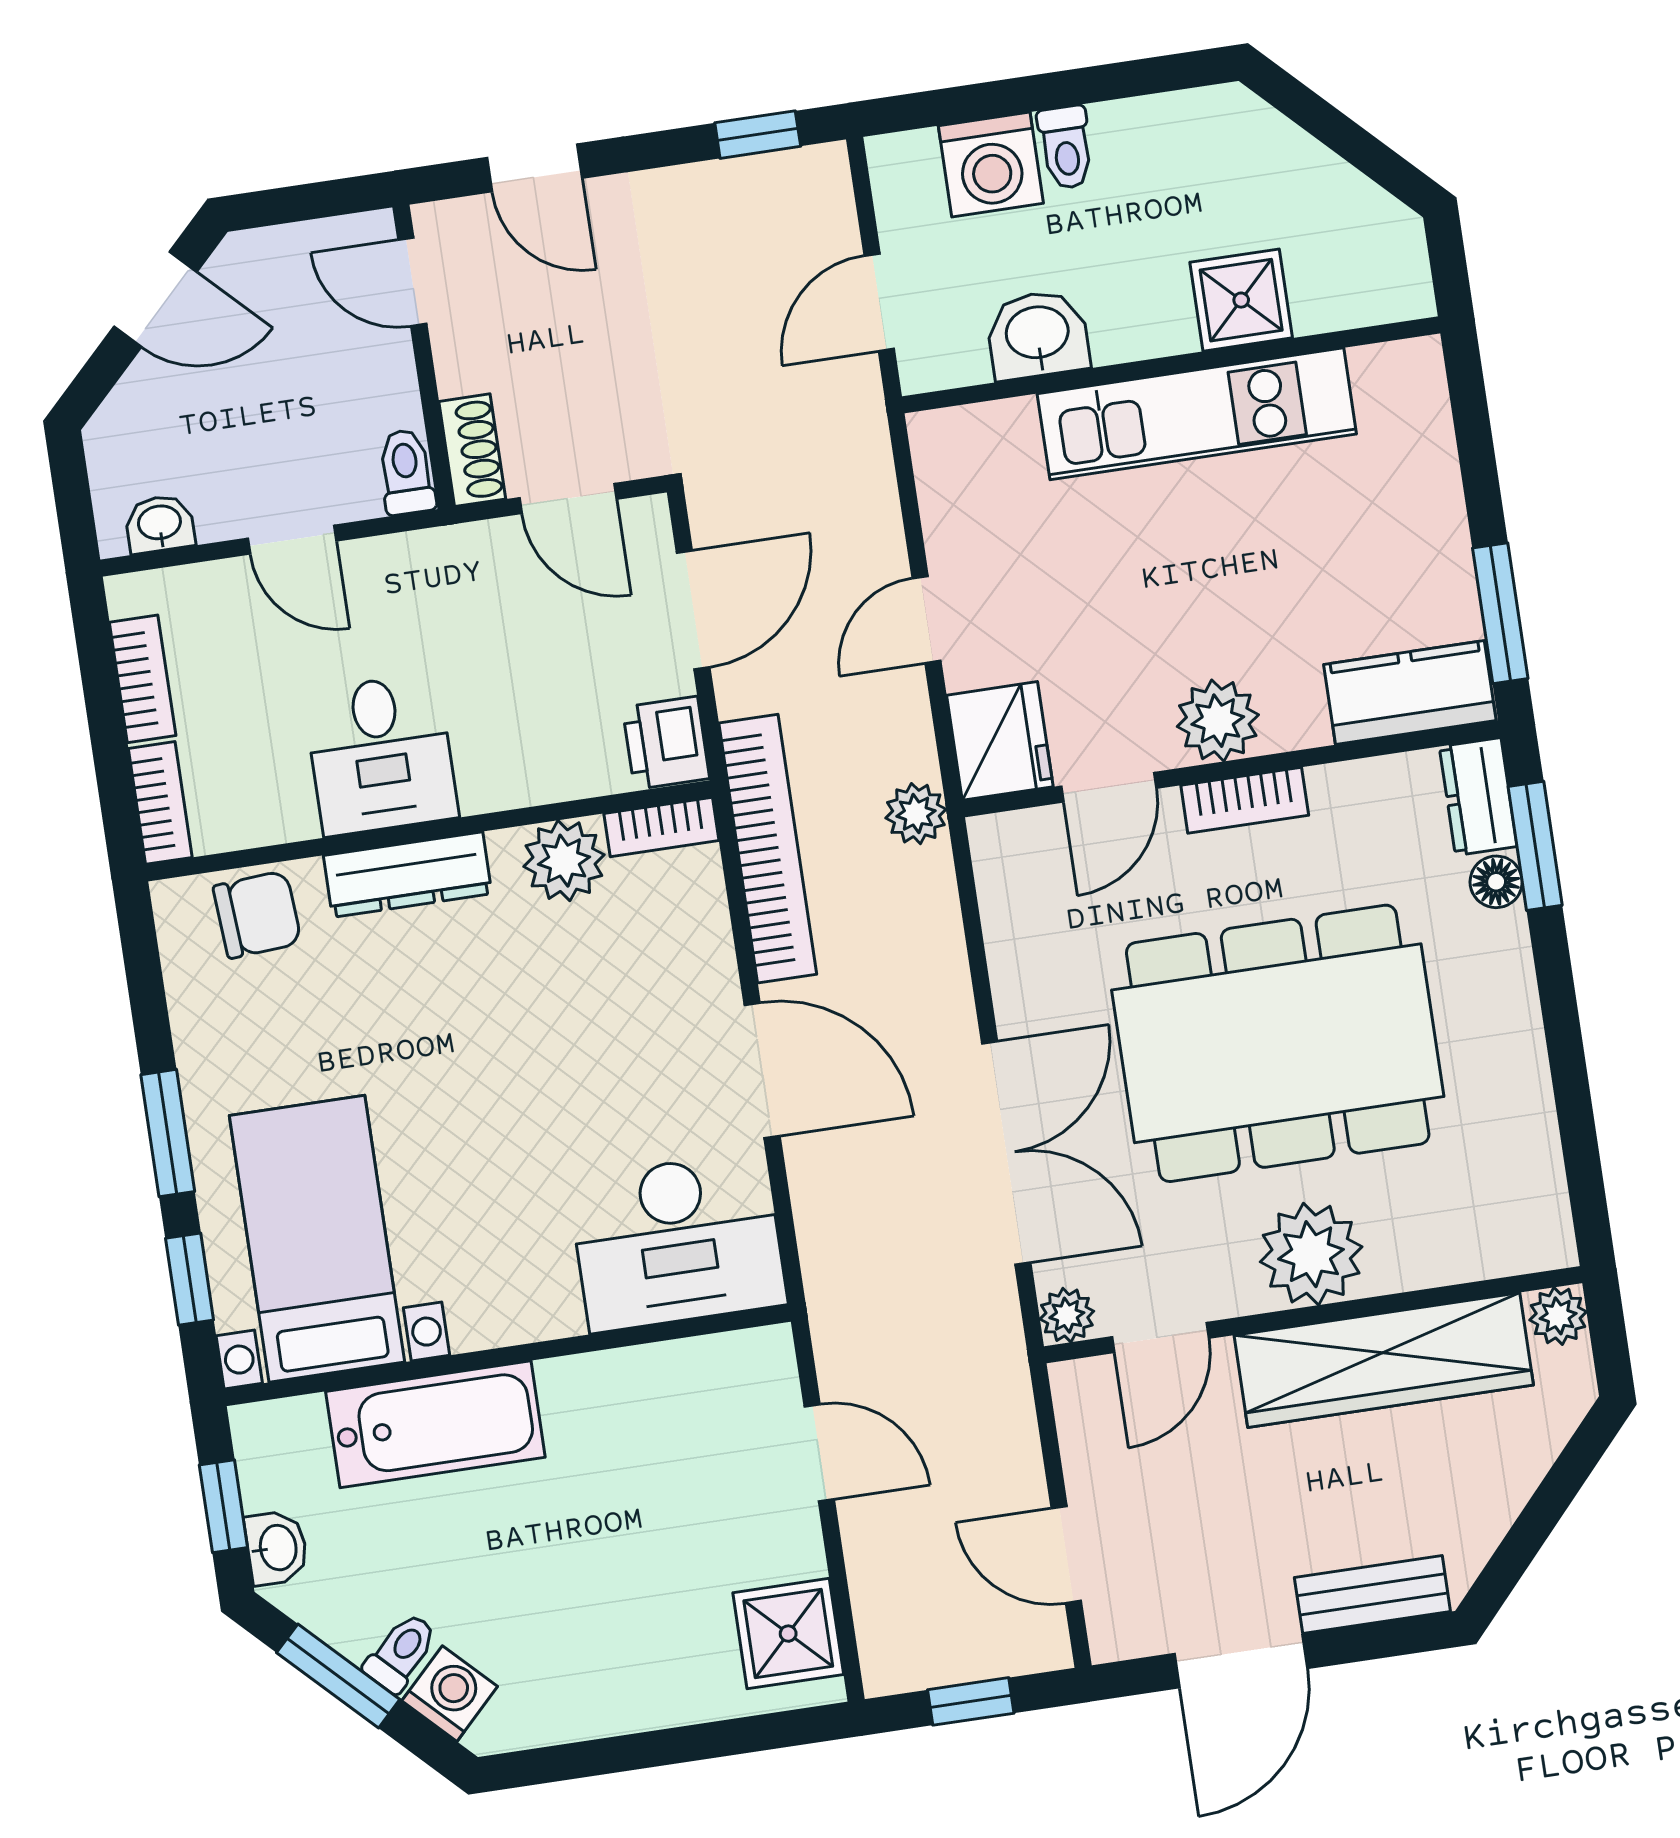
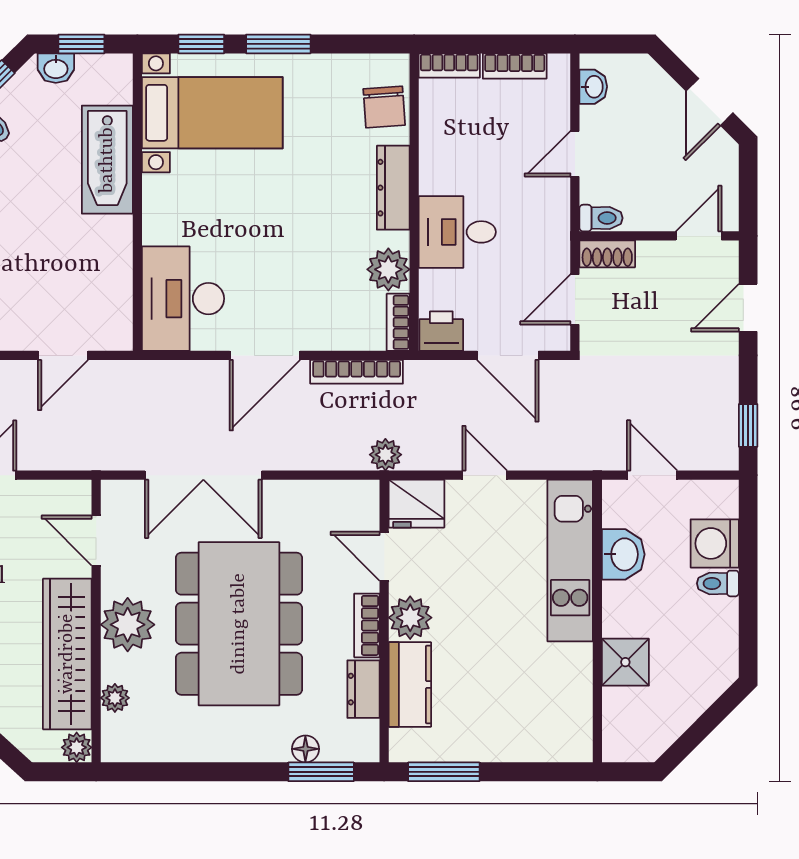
kitchen unit: (1197, 414) -> (570, 561), moved
kitchen counter: (1410, 693) -> (410, 685), moved
desk: (381, 754) -> (457, 232), moved
dresser: (1478, 797) -> (363, 689), moved, turned -90
bookcase: (768, 849) -> (357, 372), width x0.68, depth x0.76
plant: (1067, 1315) -> (115, 698), moved

